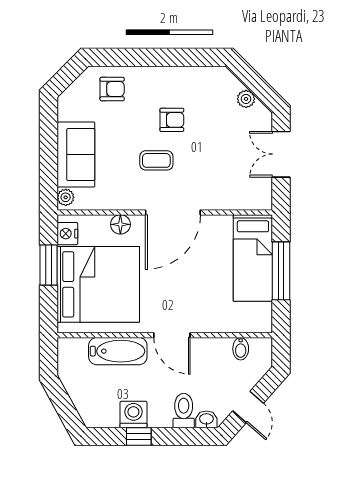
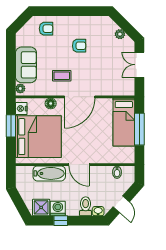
coffee table: (156, 160) -> (62, 76), moved
shower: (103, 413) -> (41, 207), added

